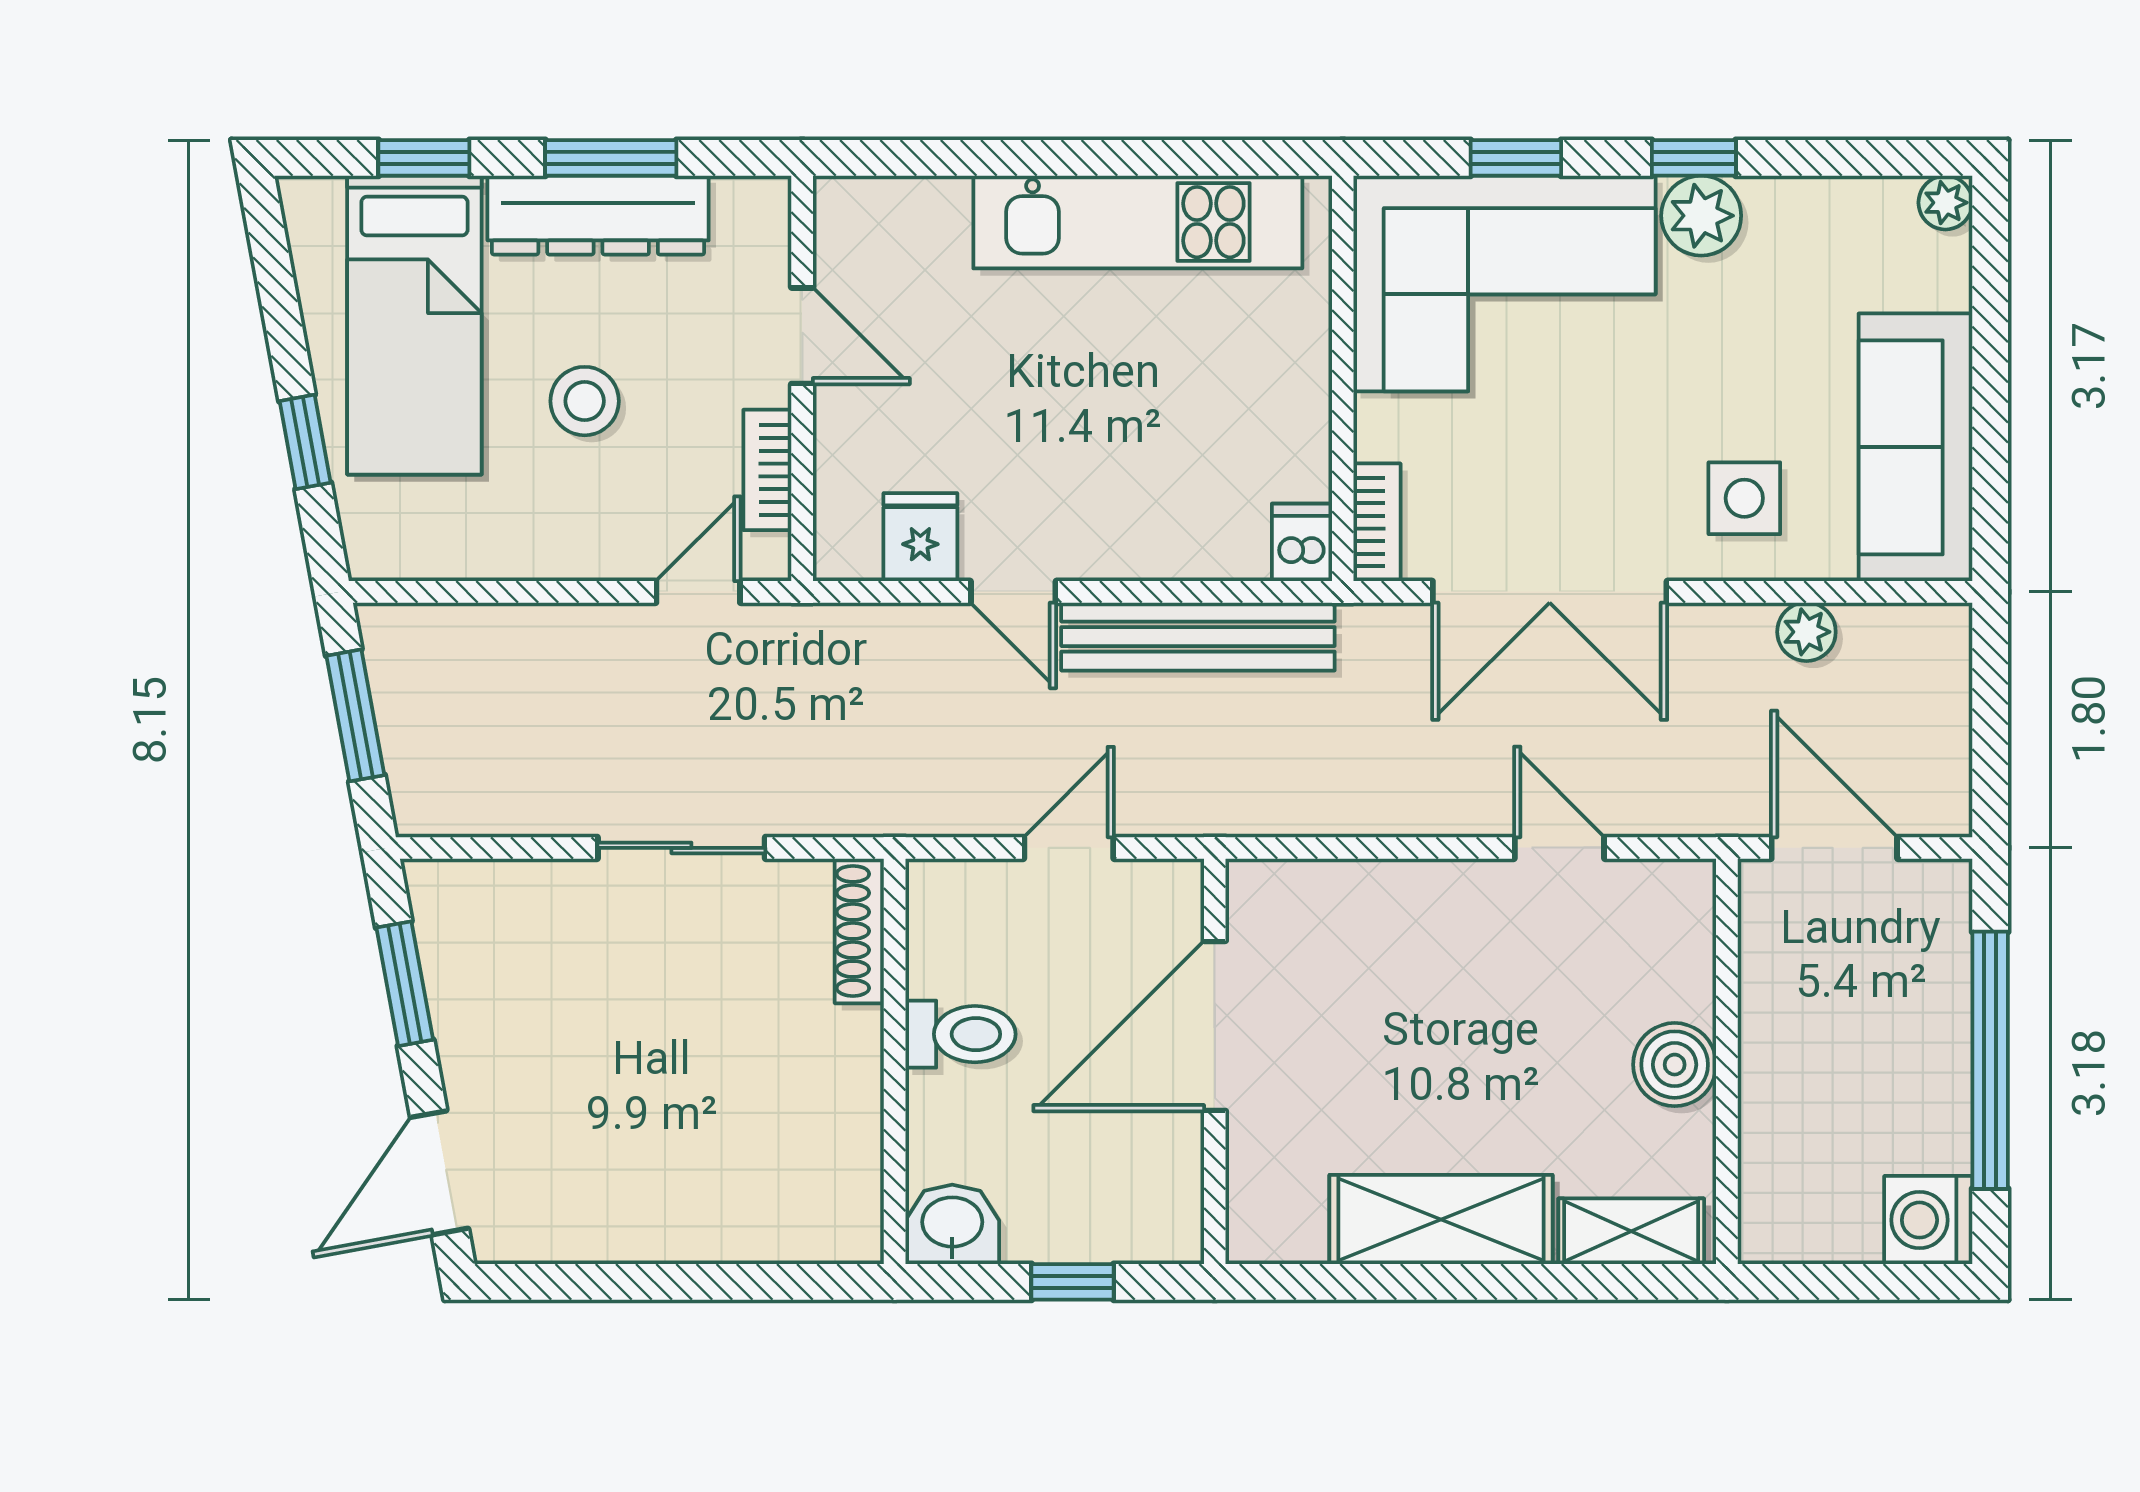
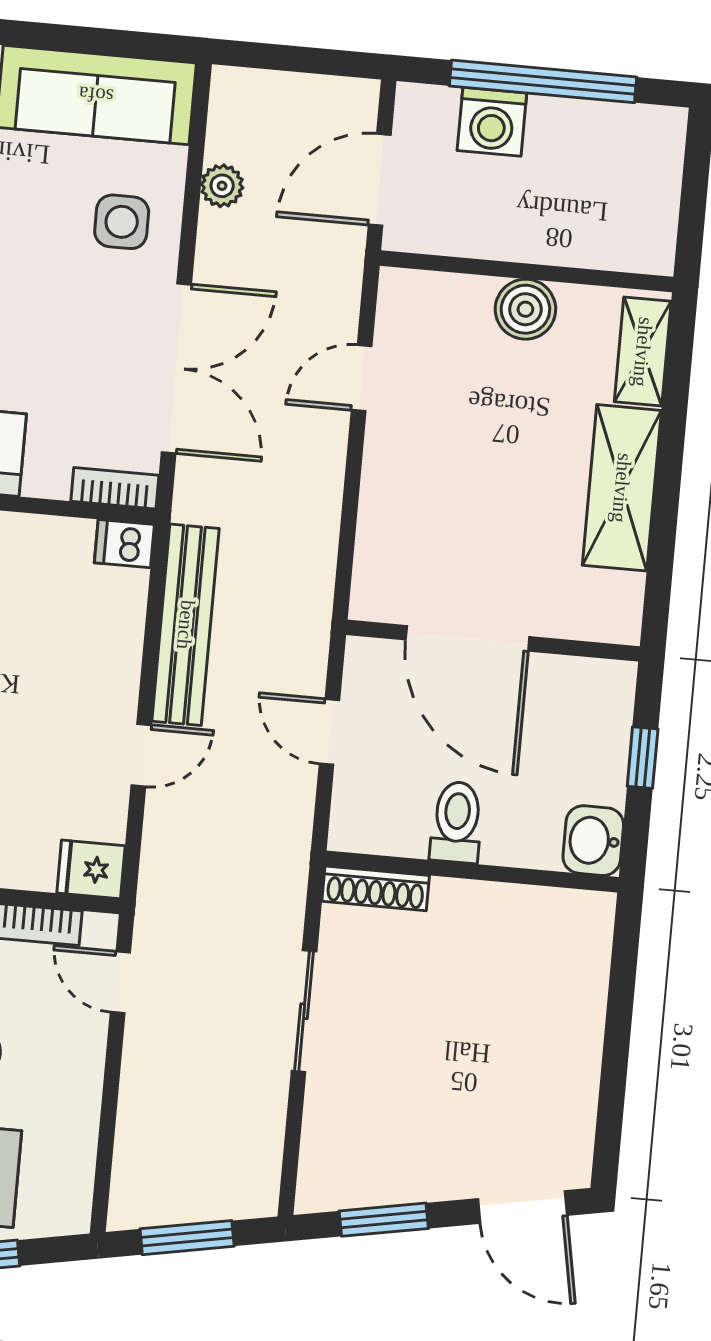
fridge: (920, 537) -> (91, 869), moved
washing machine: (1928, 1220) -> (492, 122), moved

